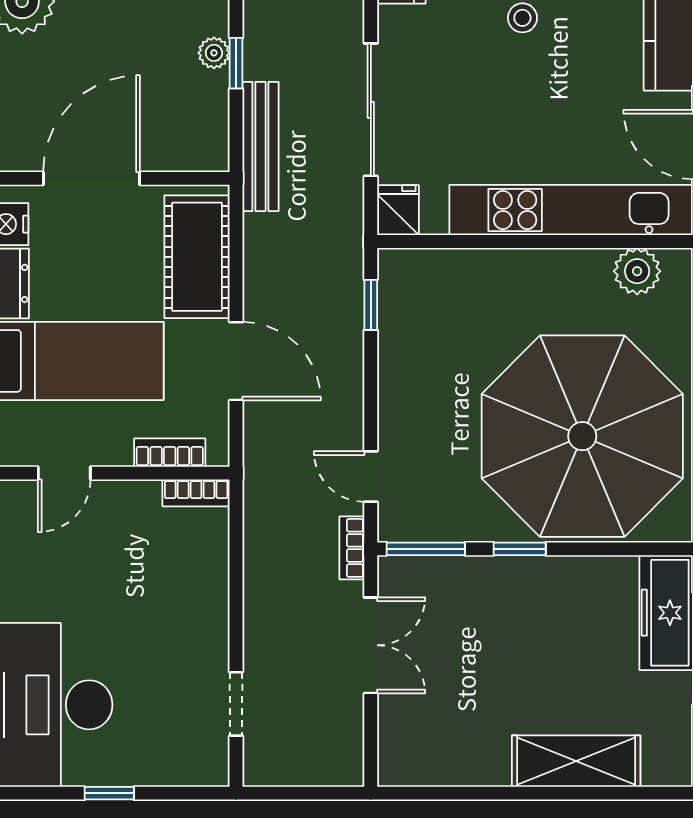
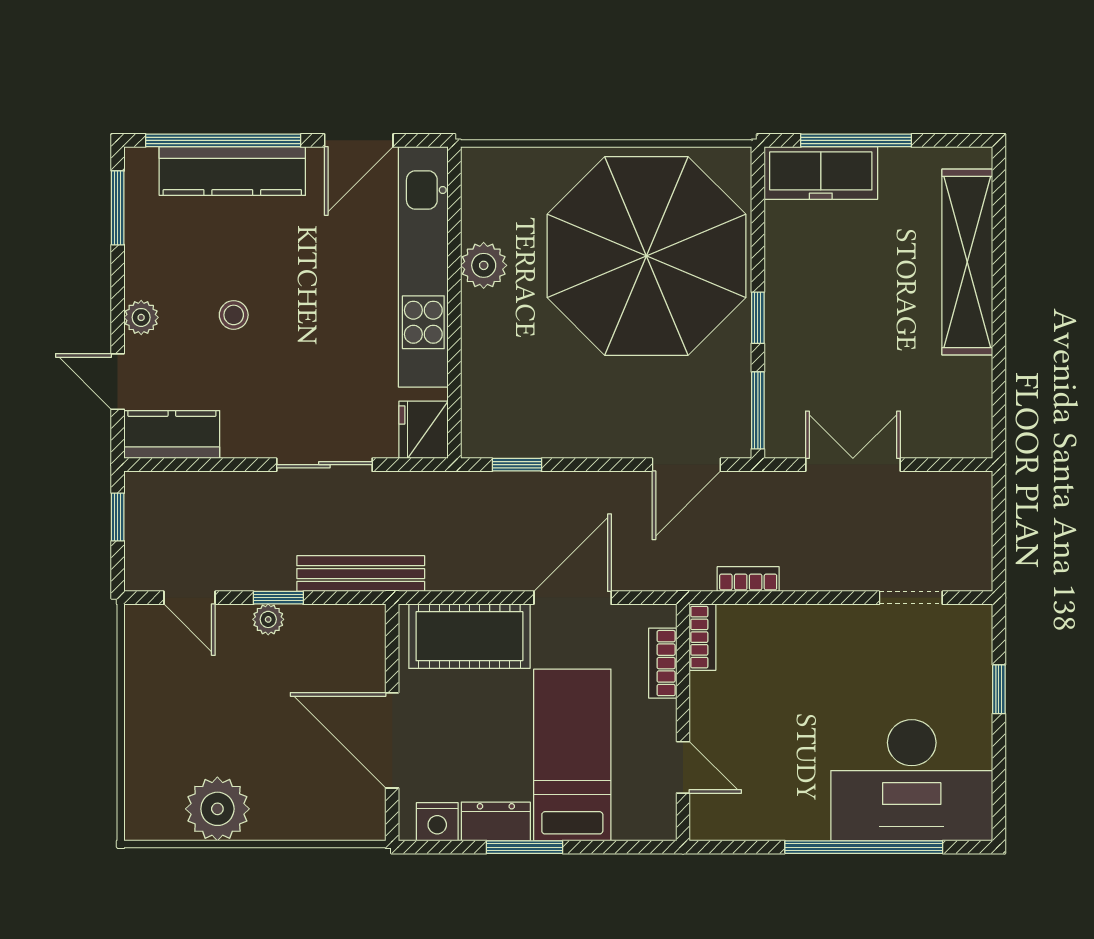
sliding door: (371, 110) -> (324, 465), width x0.73
fridge: (398, 210) -> (424, 430), width x1.38
plant: (637, 271) -> (484, 265), moved
door: (371, 476) -> (686, 465), width x1.38
bookcase: (352, 548) -> (748, 579), moved, turned 180
shelving: (576, 761) -> (967, 262), width x1.47
window: (109, 793) -> (999, 689), moved

